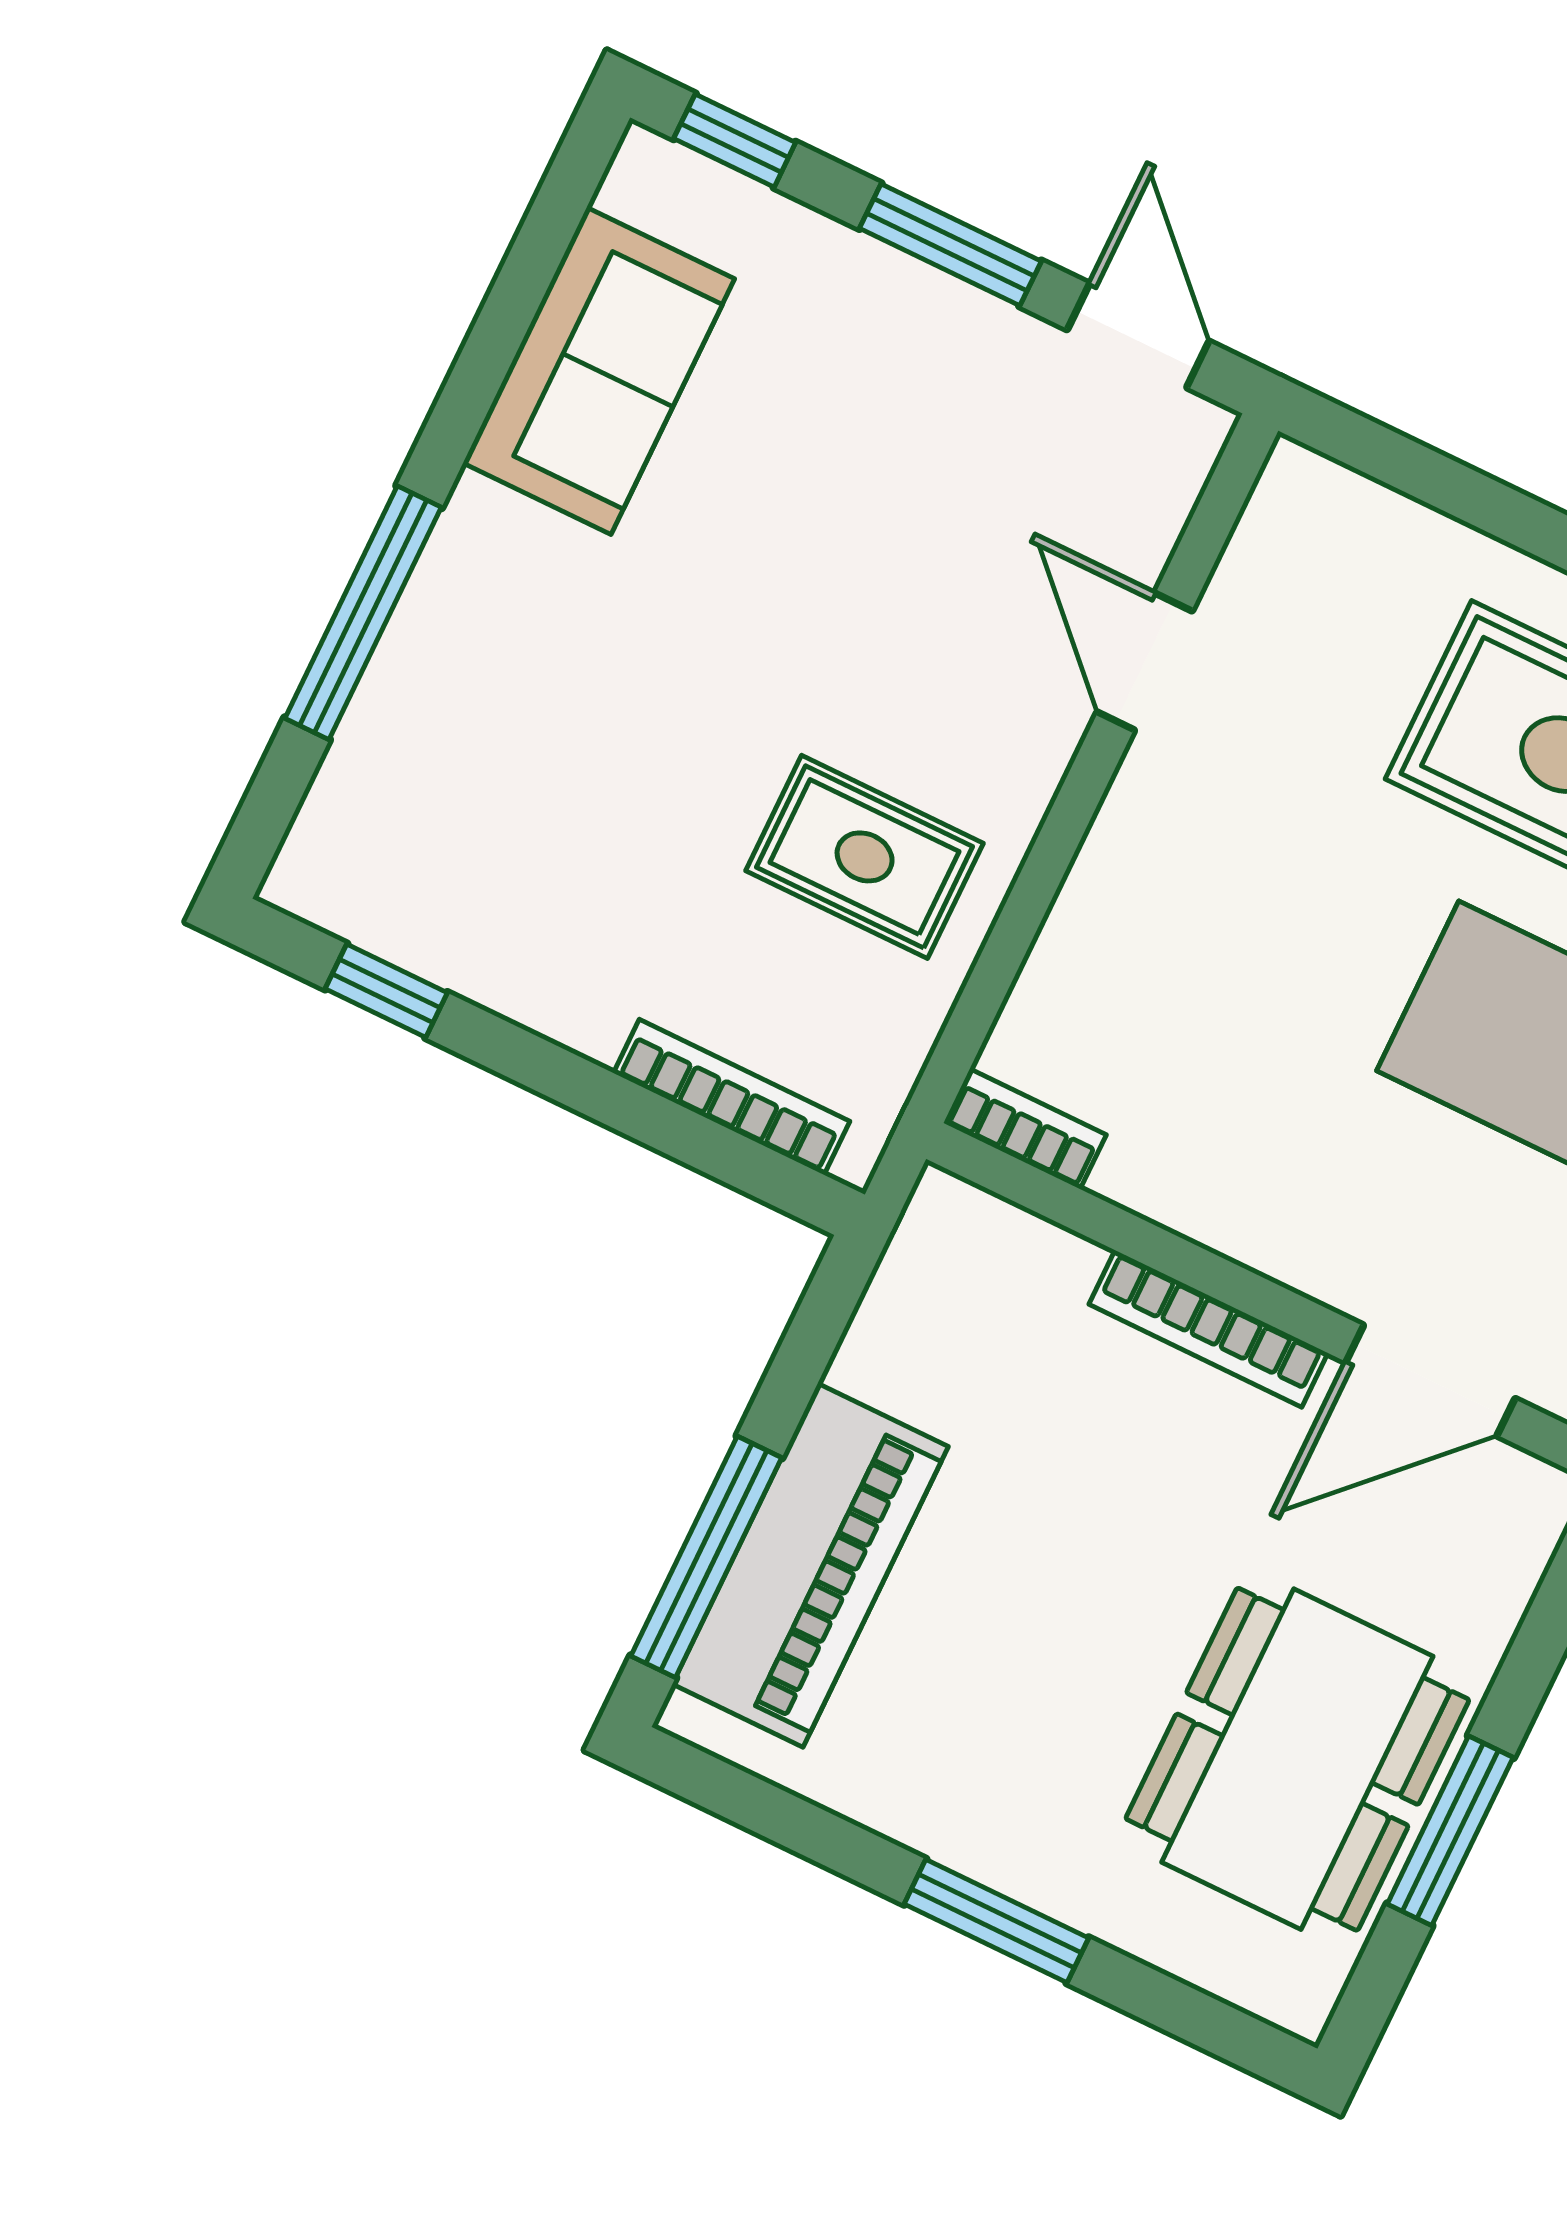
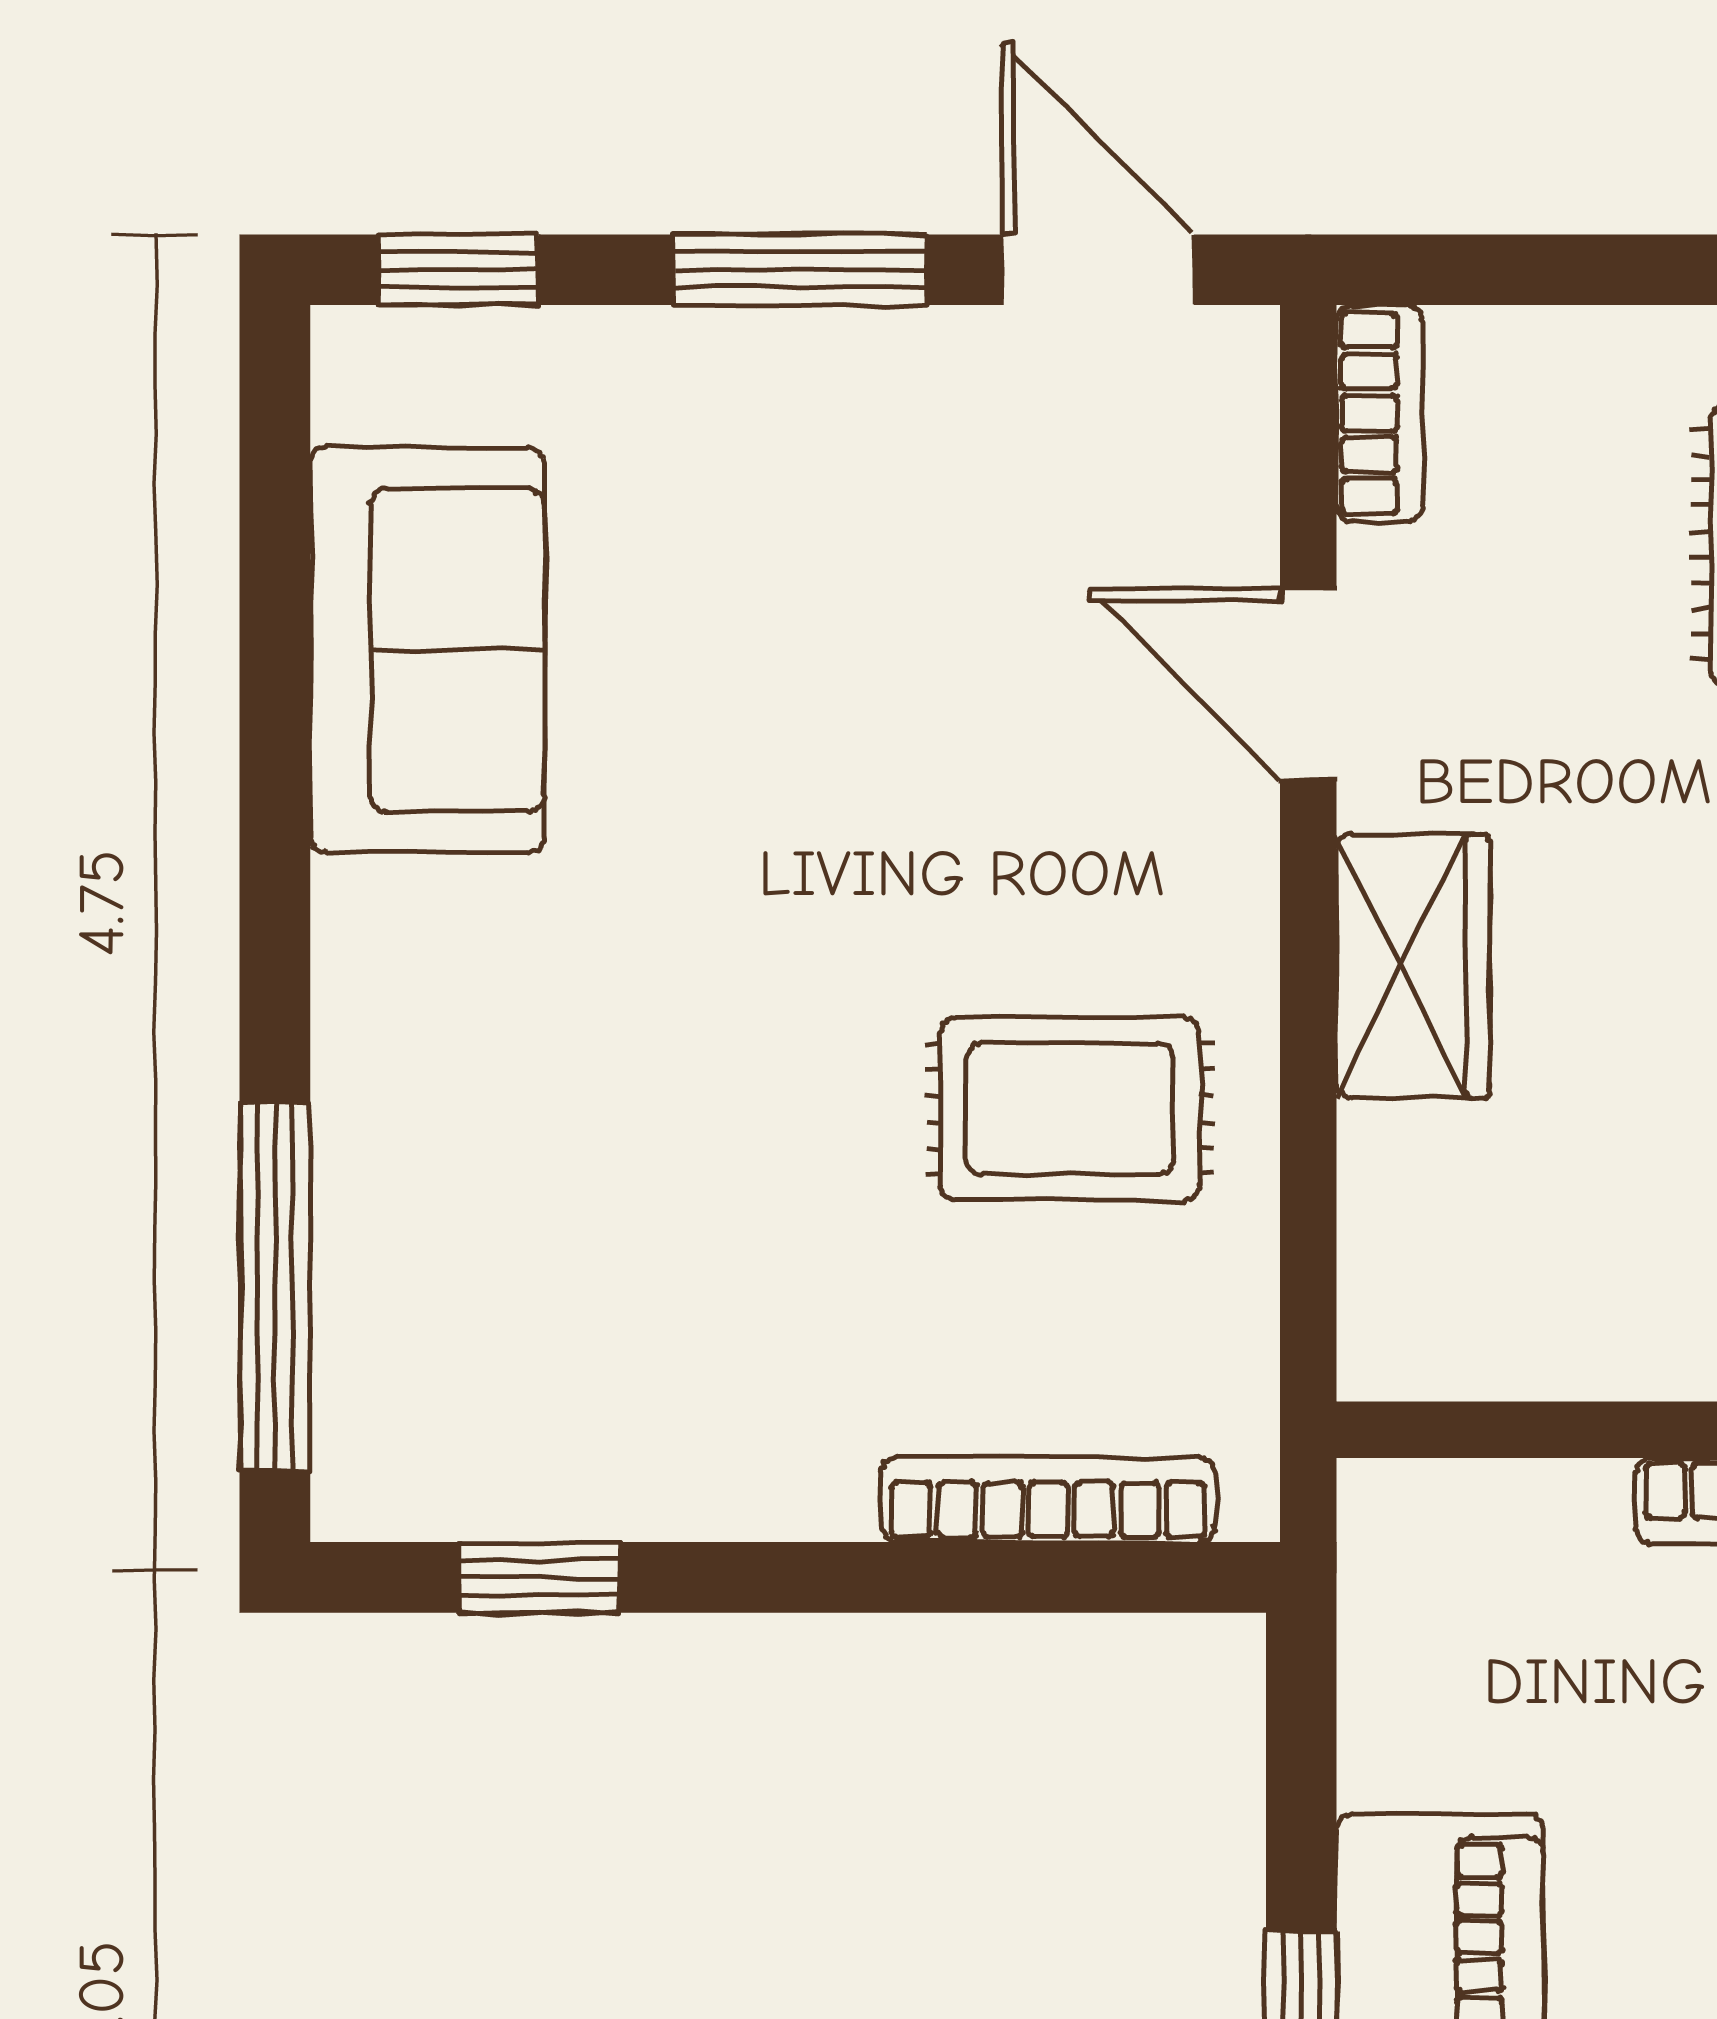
window: (363, 613) -> (275, 1286), moved
wardrobe: (1125, 872) -> (1413, 966), added
bookcase: (1025, 1129) -> (1380, 413), moved, turned 90

